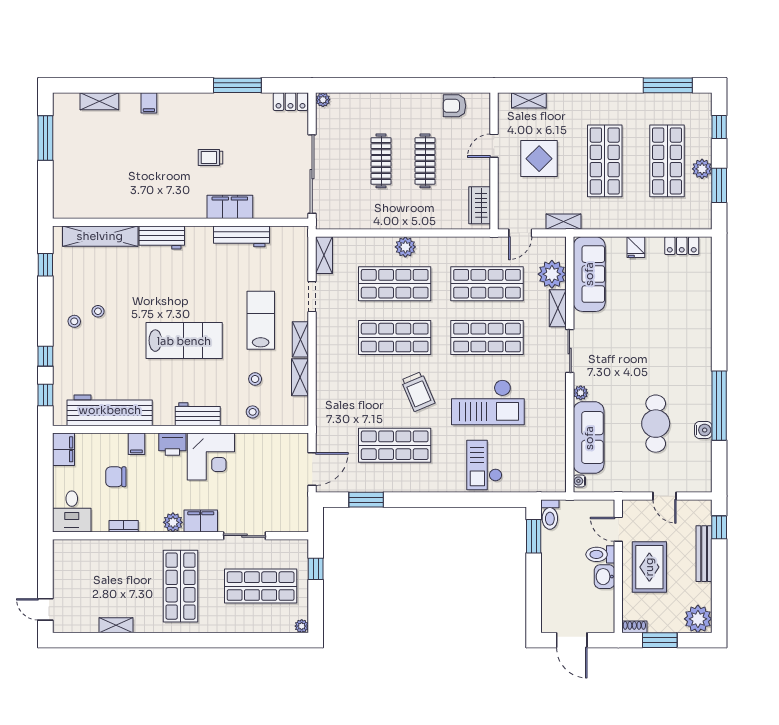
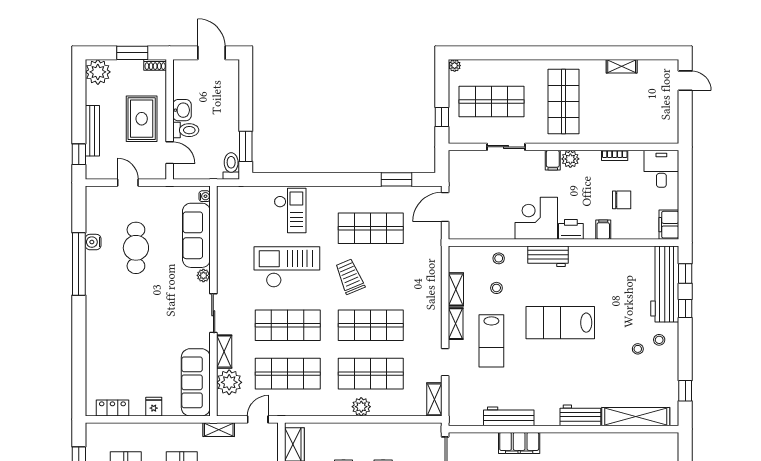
workbench: (110, 410) -> (665, 284), moved, turned 90
filing cabinet: (201, 521) -> (553, 160), width x0.50

